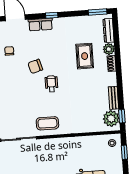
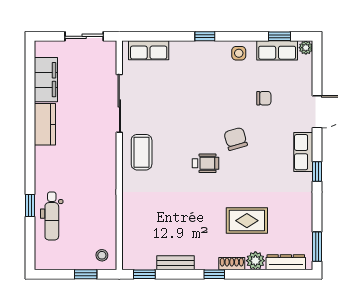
window: (119, 74) -> (214, 274), added
plant: (111, 118) -> (142, 257), removed

